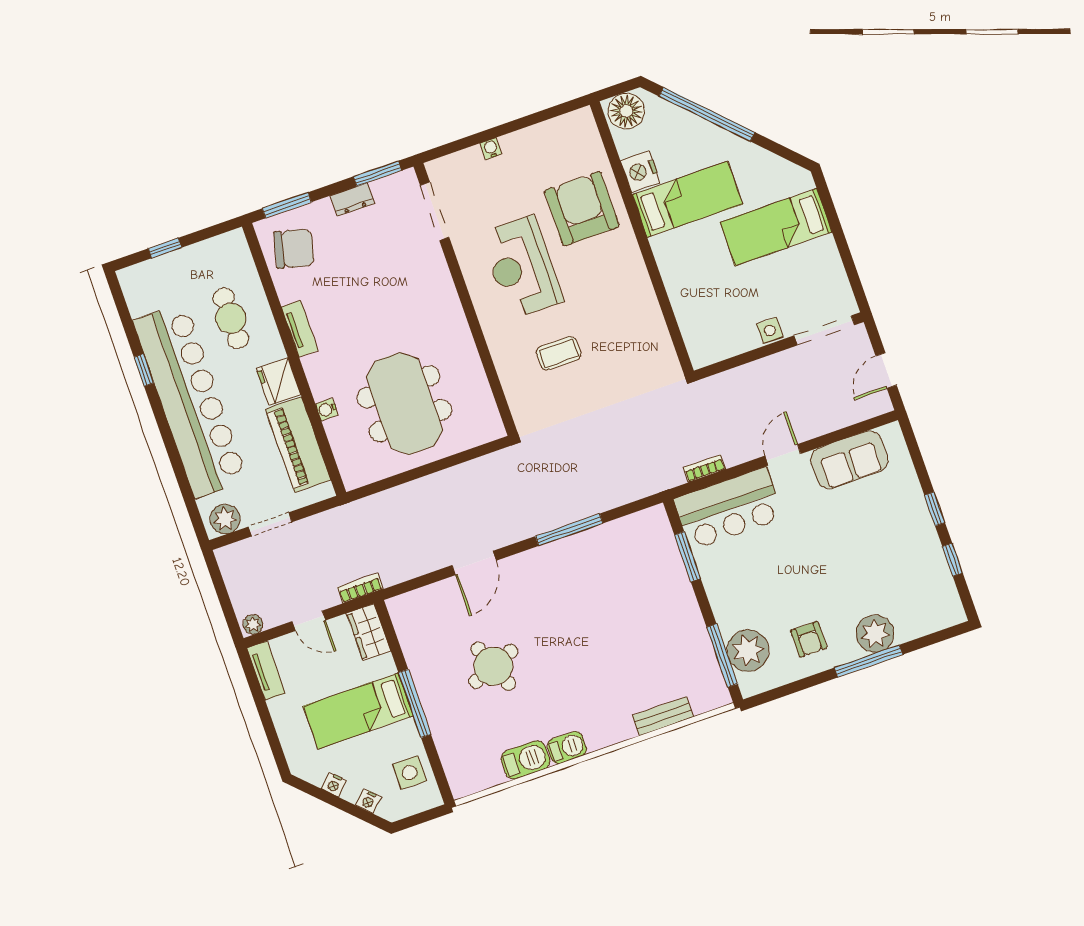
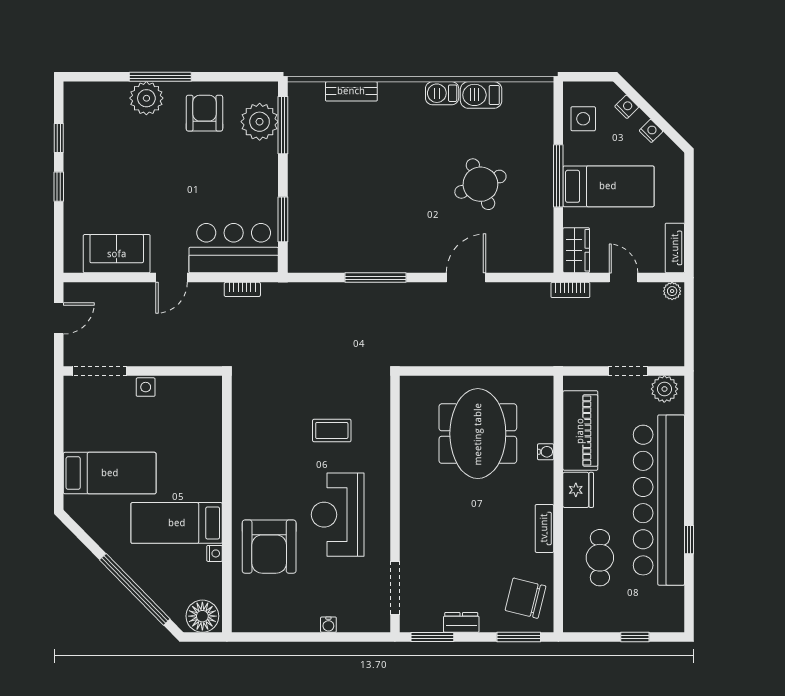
nightstand: (640, 171) -> (215, 553), width x0.53, depth x0.56
reception desk: (522, 267) -> (338, 515), turned 180
armchair: (809, 639) -> (204, 113), width x1.38, depth x1.38

